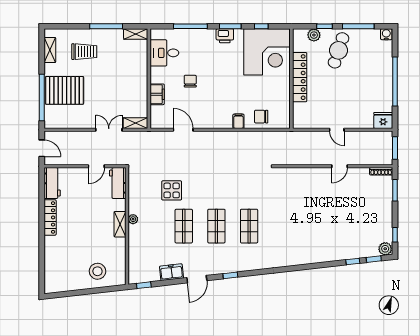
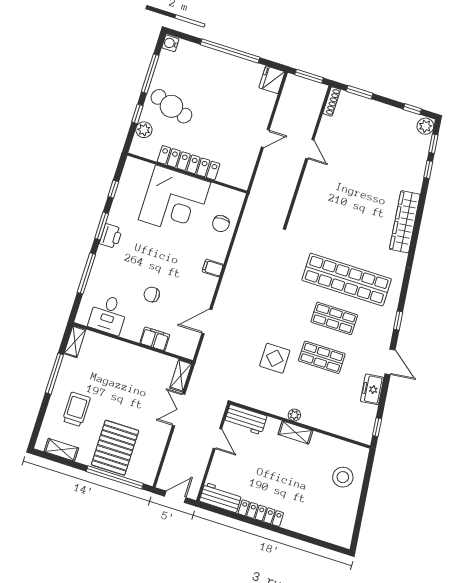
corner desk: (267, 52) -> (174, 201), moved, turned 90
filing cabinet: (238, 121) -> (213, 268), moved
shop shelf: (249, 226) -> (347, 280), width x2.00, depth x1.36
wardrobe: (307, 256) -> (405, 222), added

